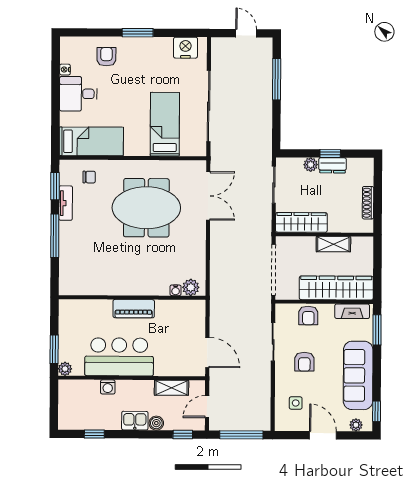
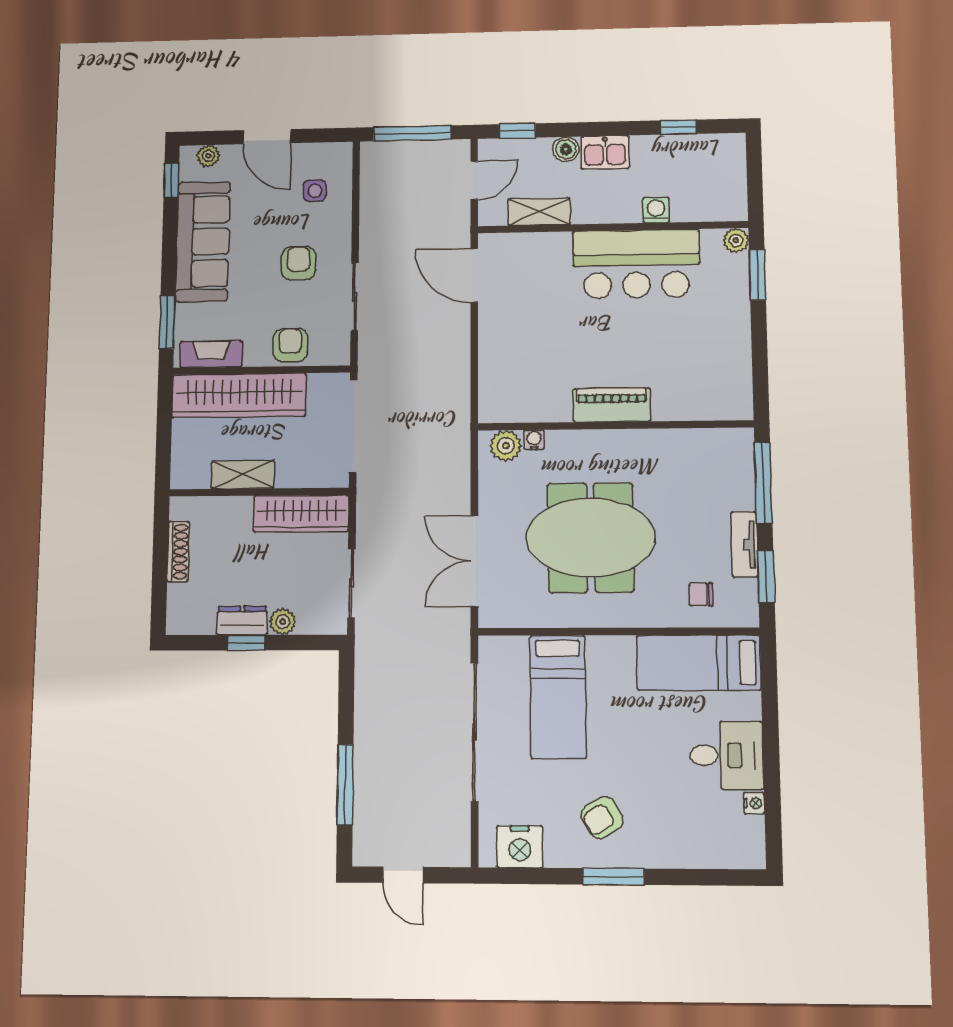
armchair: (106, 57) -> (602, 817), moved, turned 59
plant: (191, 287) -> (506, 446), moved
water cooler: (176, 290) -> (534, 440), moved
wall: (132, 297) -> (615, 425), moved
piano: (134, 309) -> (612, 405), moved

